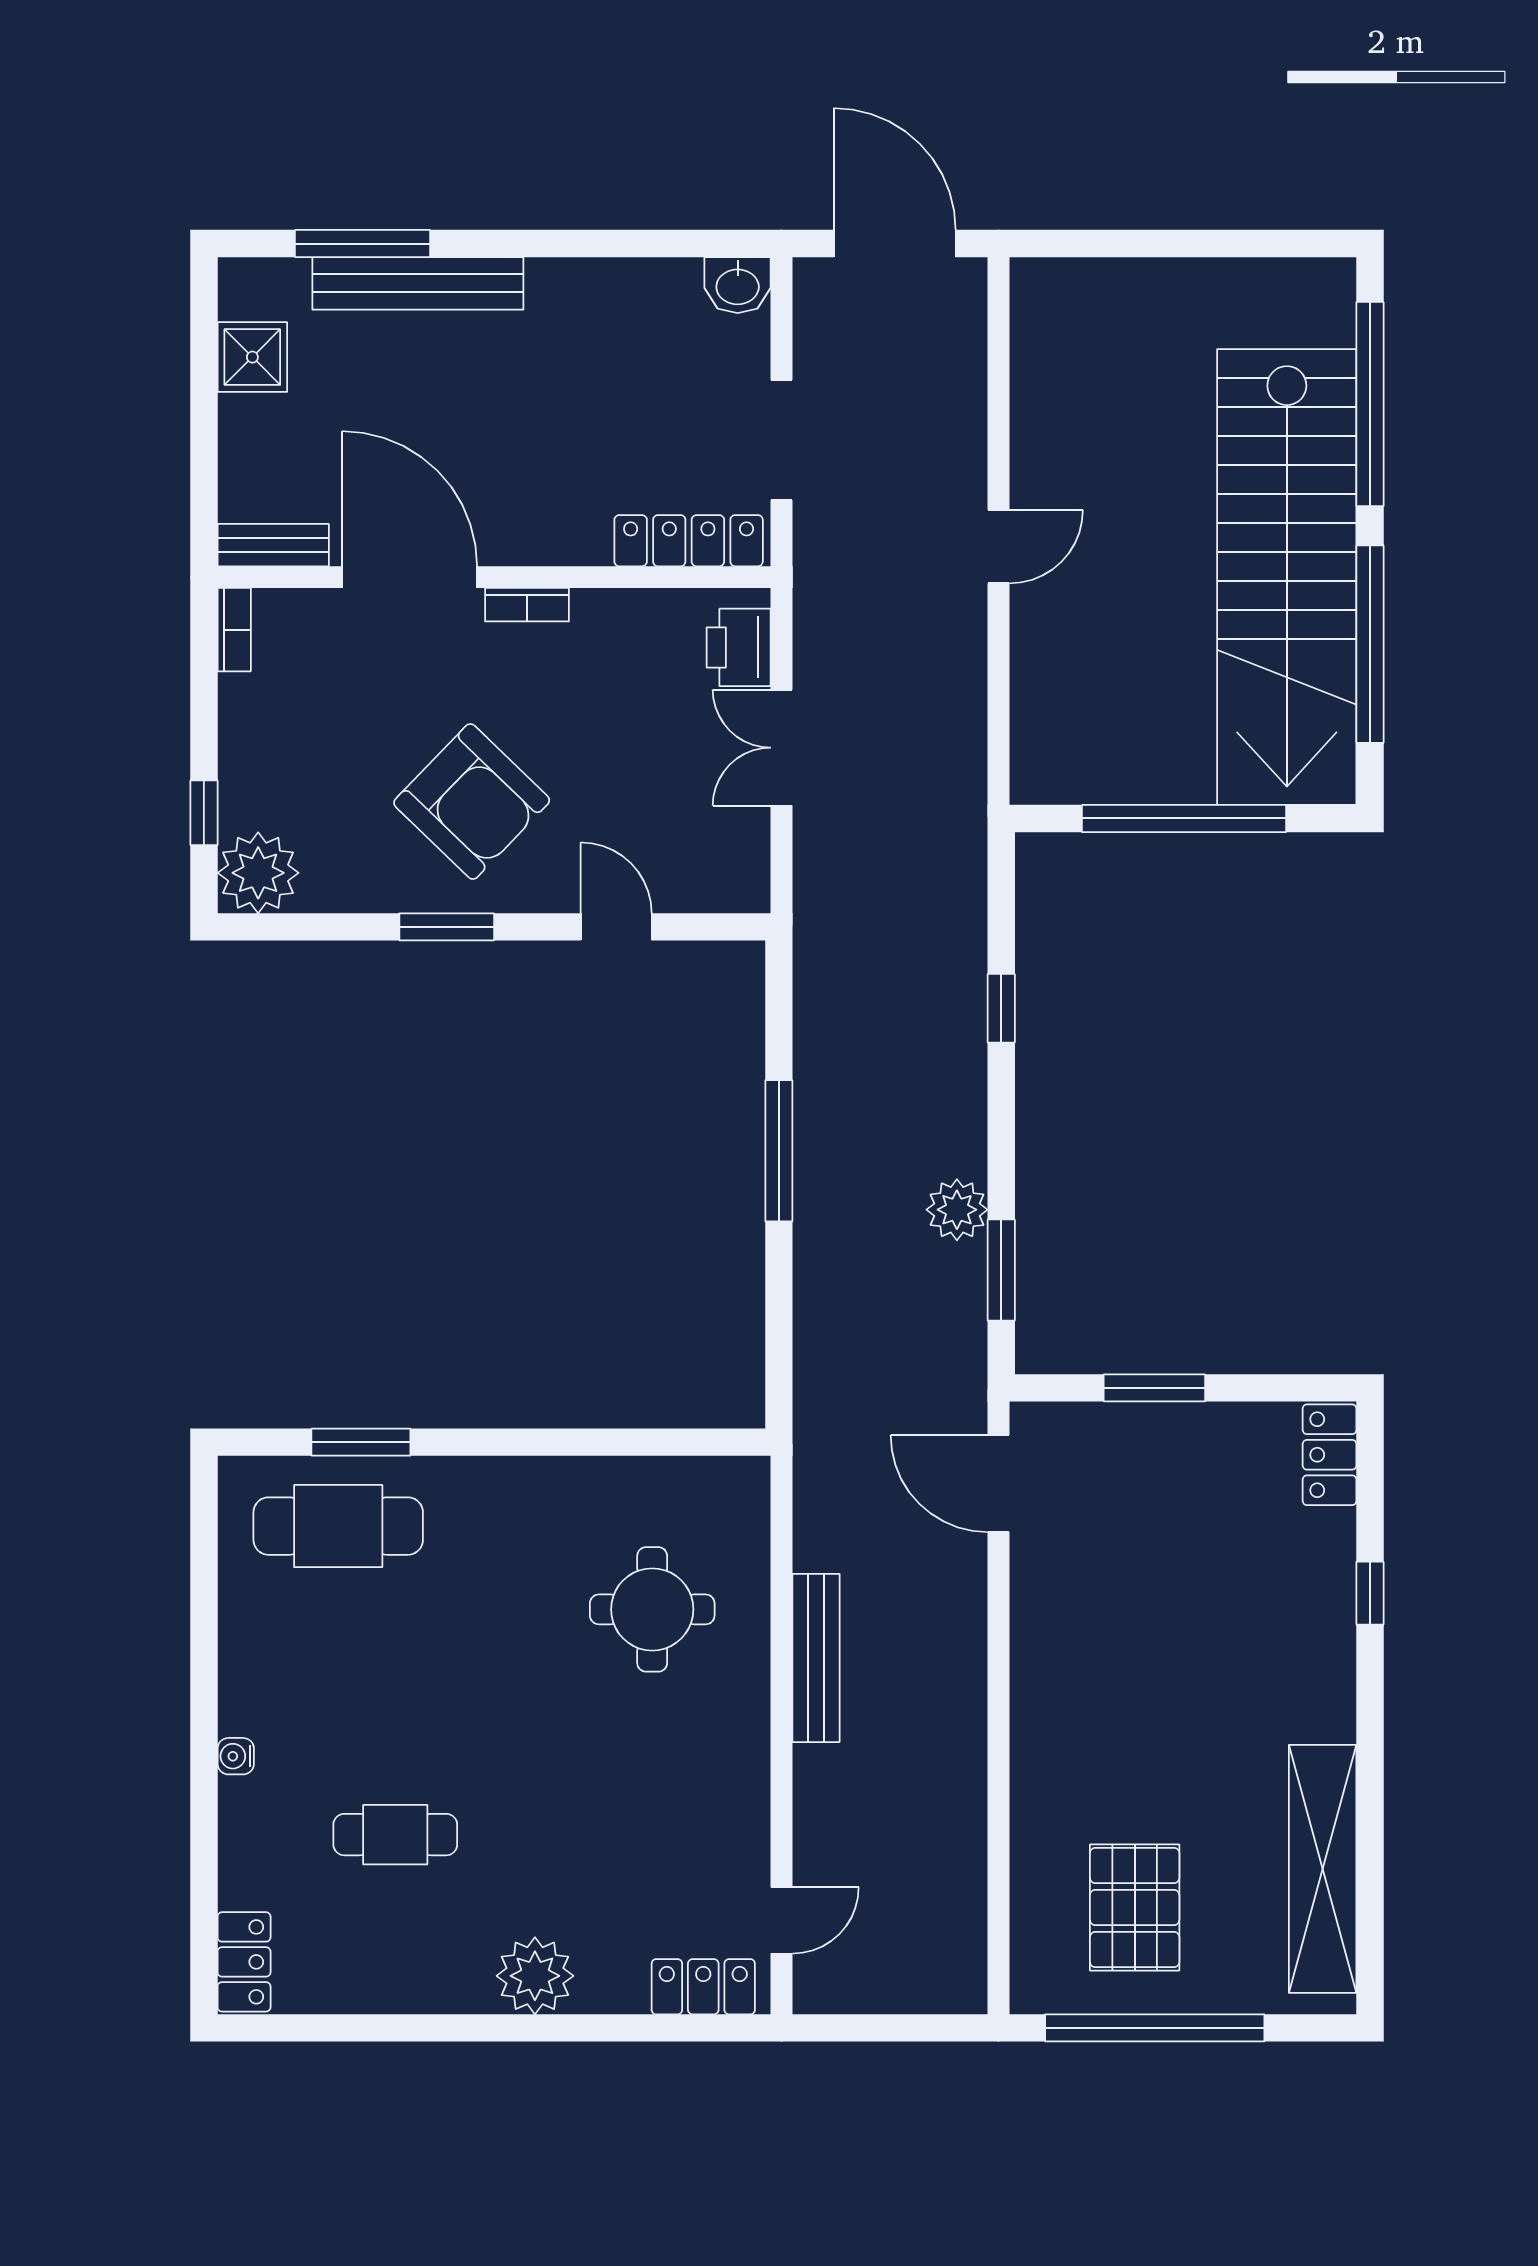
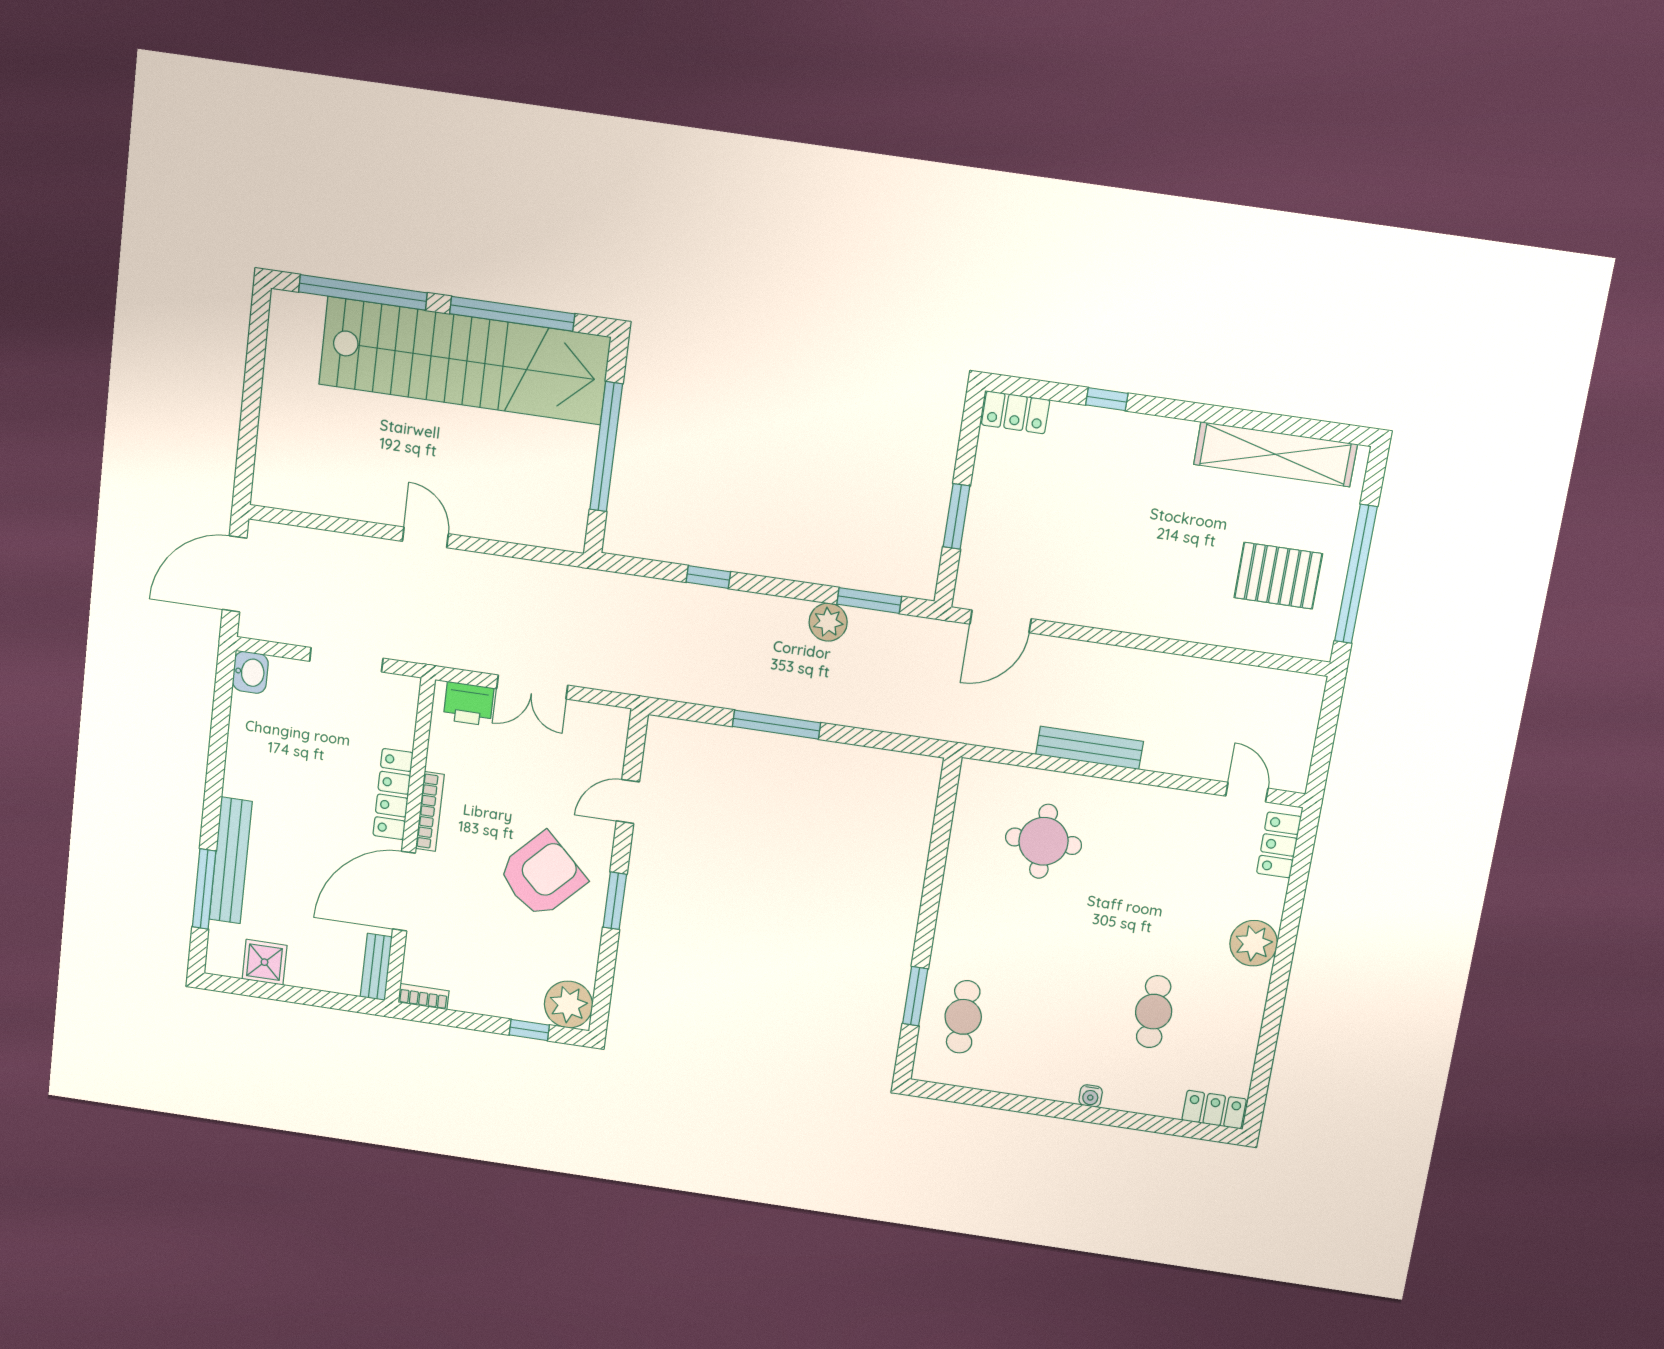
locker: (689, 541) -> (393, 794), moved
bookcase: (527, 605) -> (430, 812), width x1.56
cafe table: (338, 1526) -> (963, 1017), width x0.73, depth x0.74

